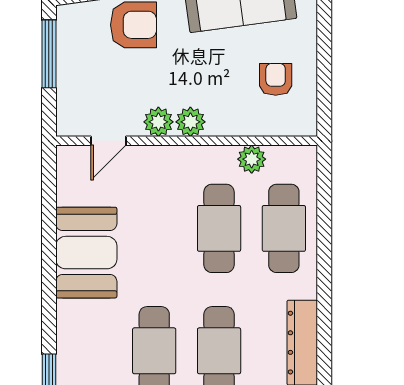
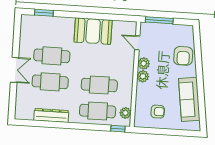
window: (49, 54) -> (159, 20), moved
plant: (252, 159) -> (125, 113), moved
window: (324, 175) -> (118, 129), added

